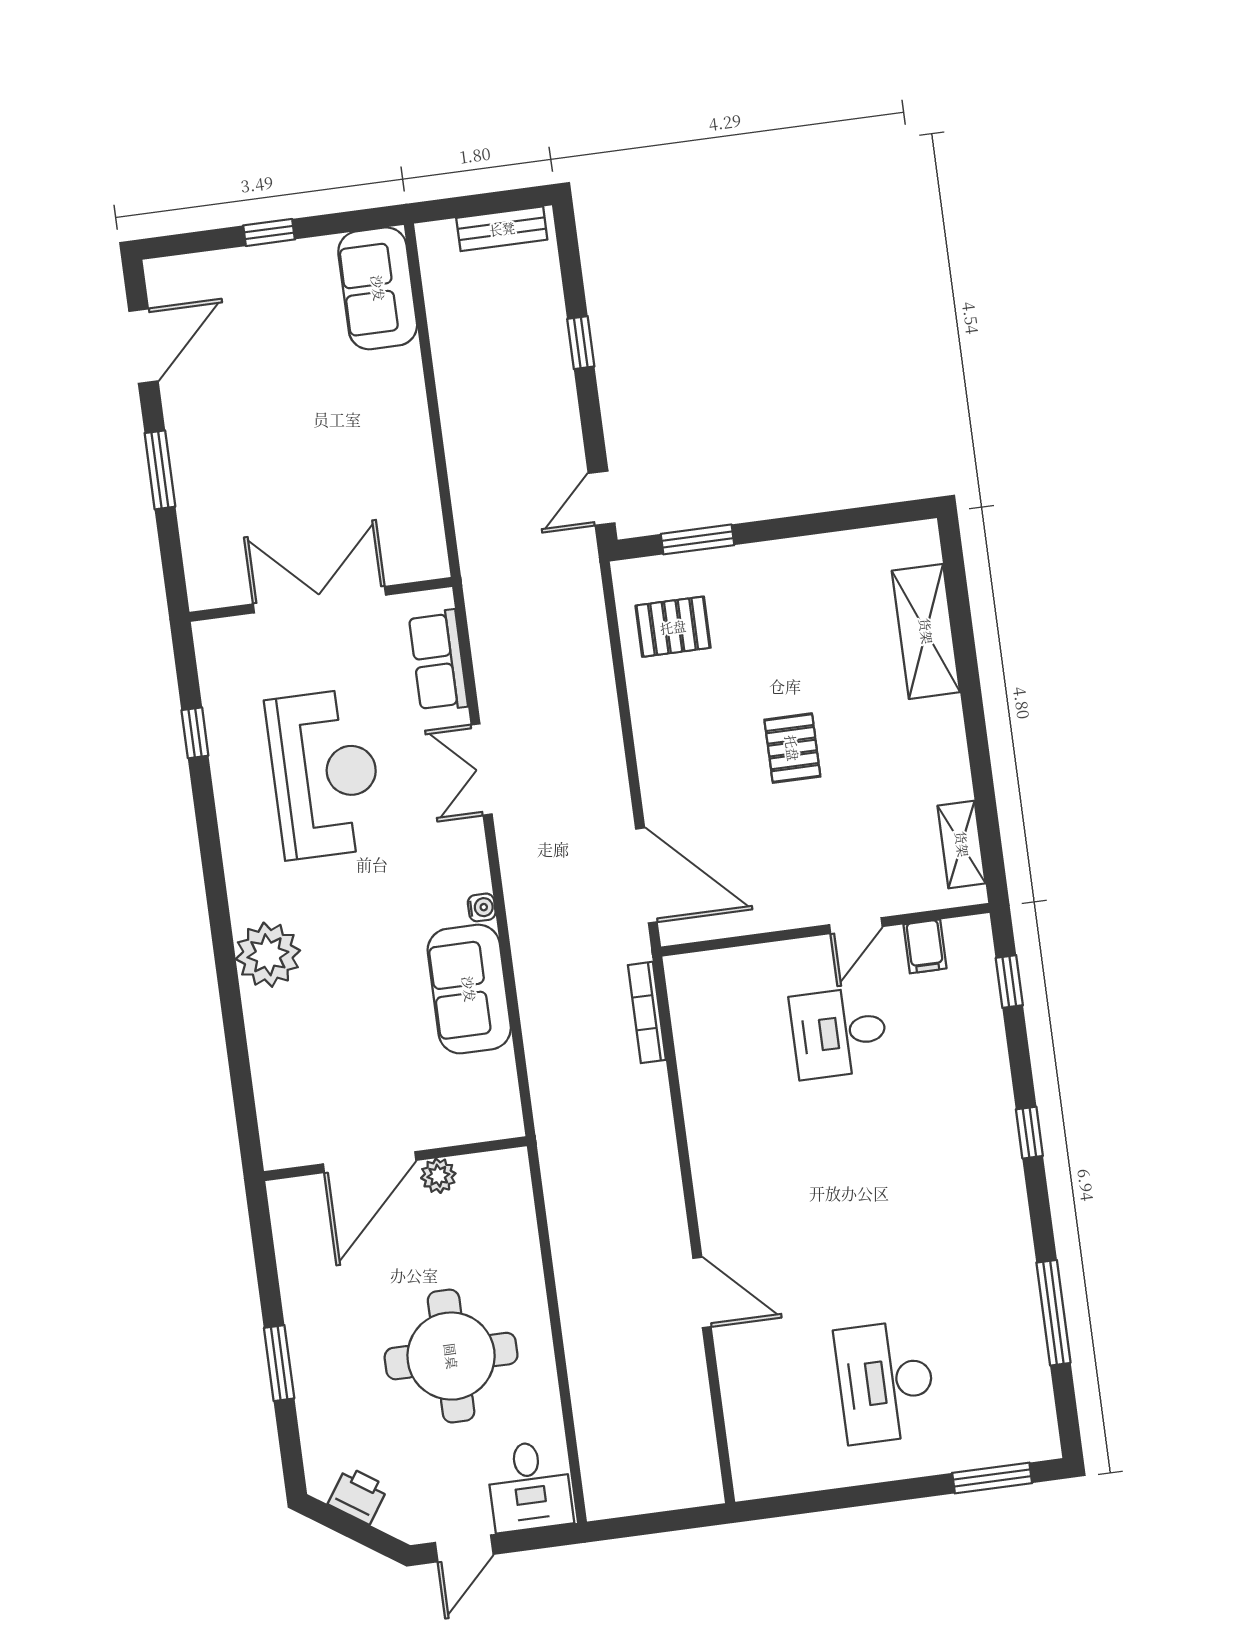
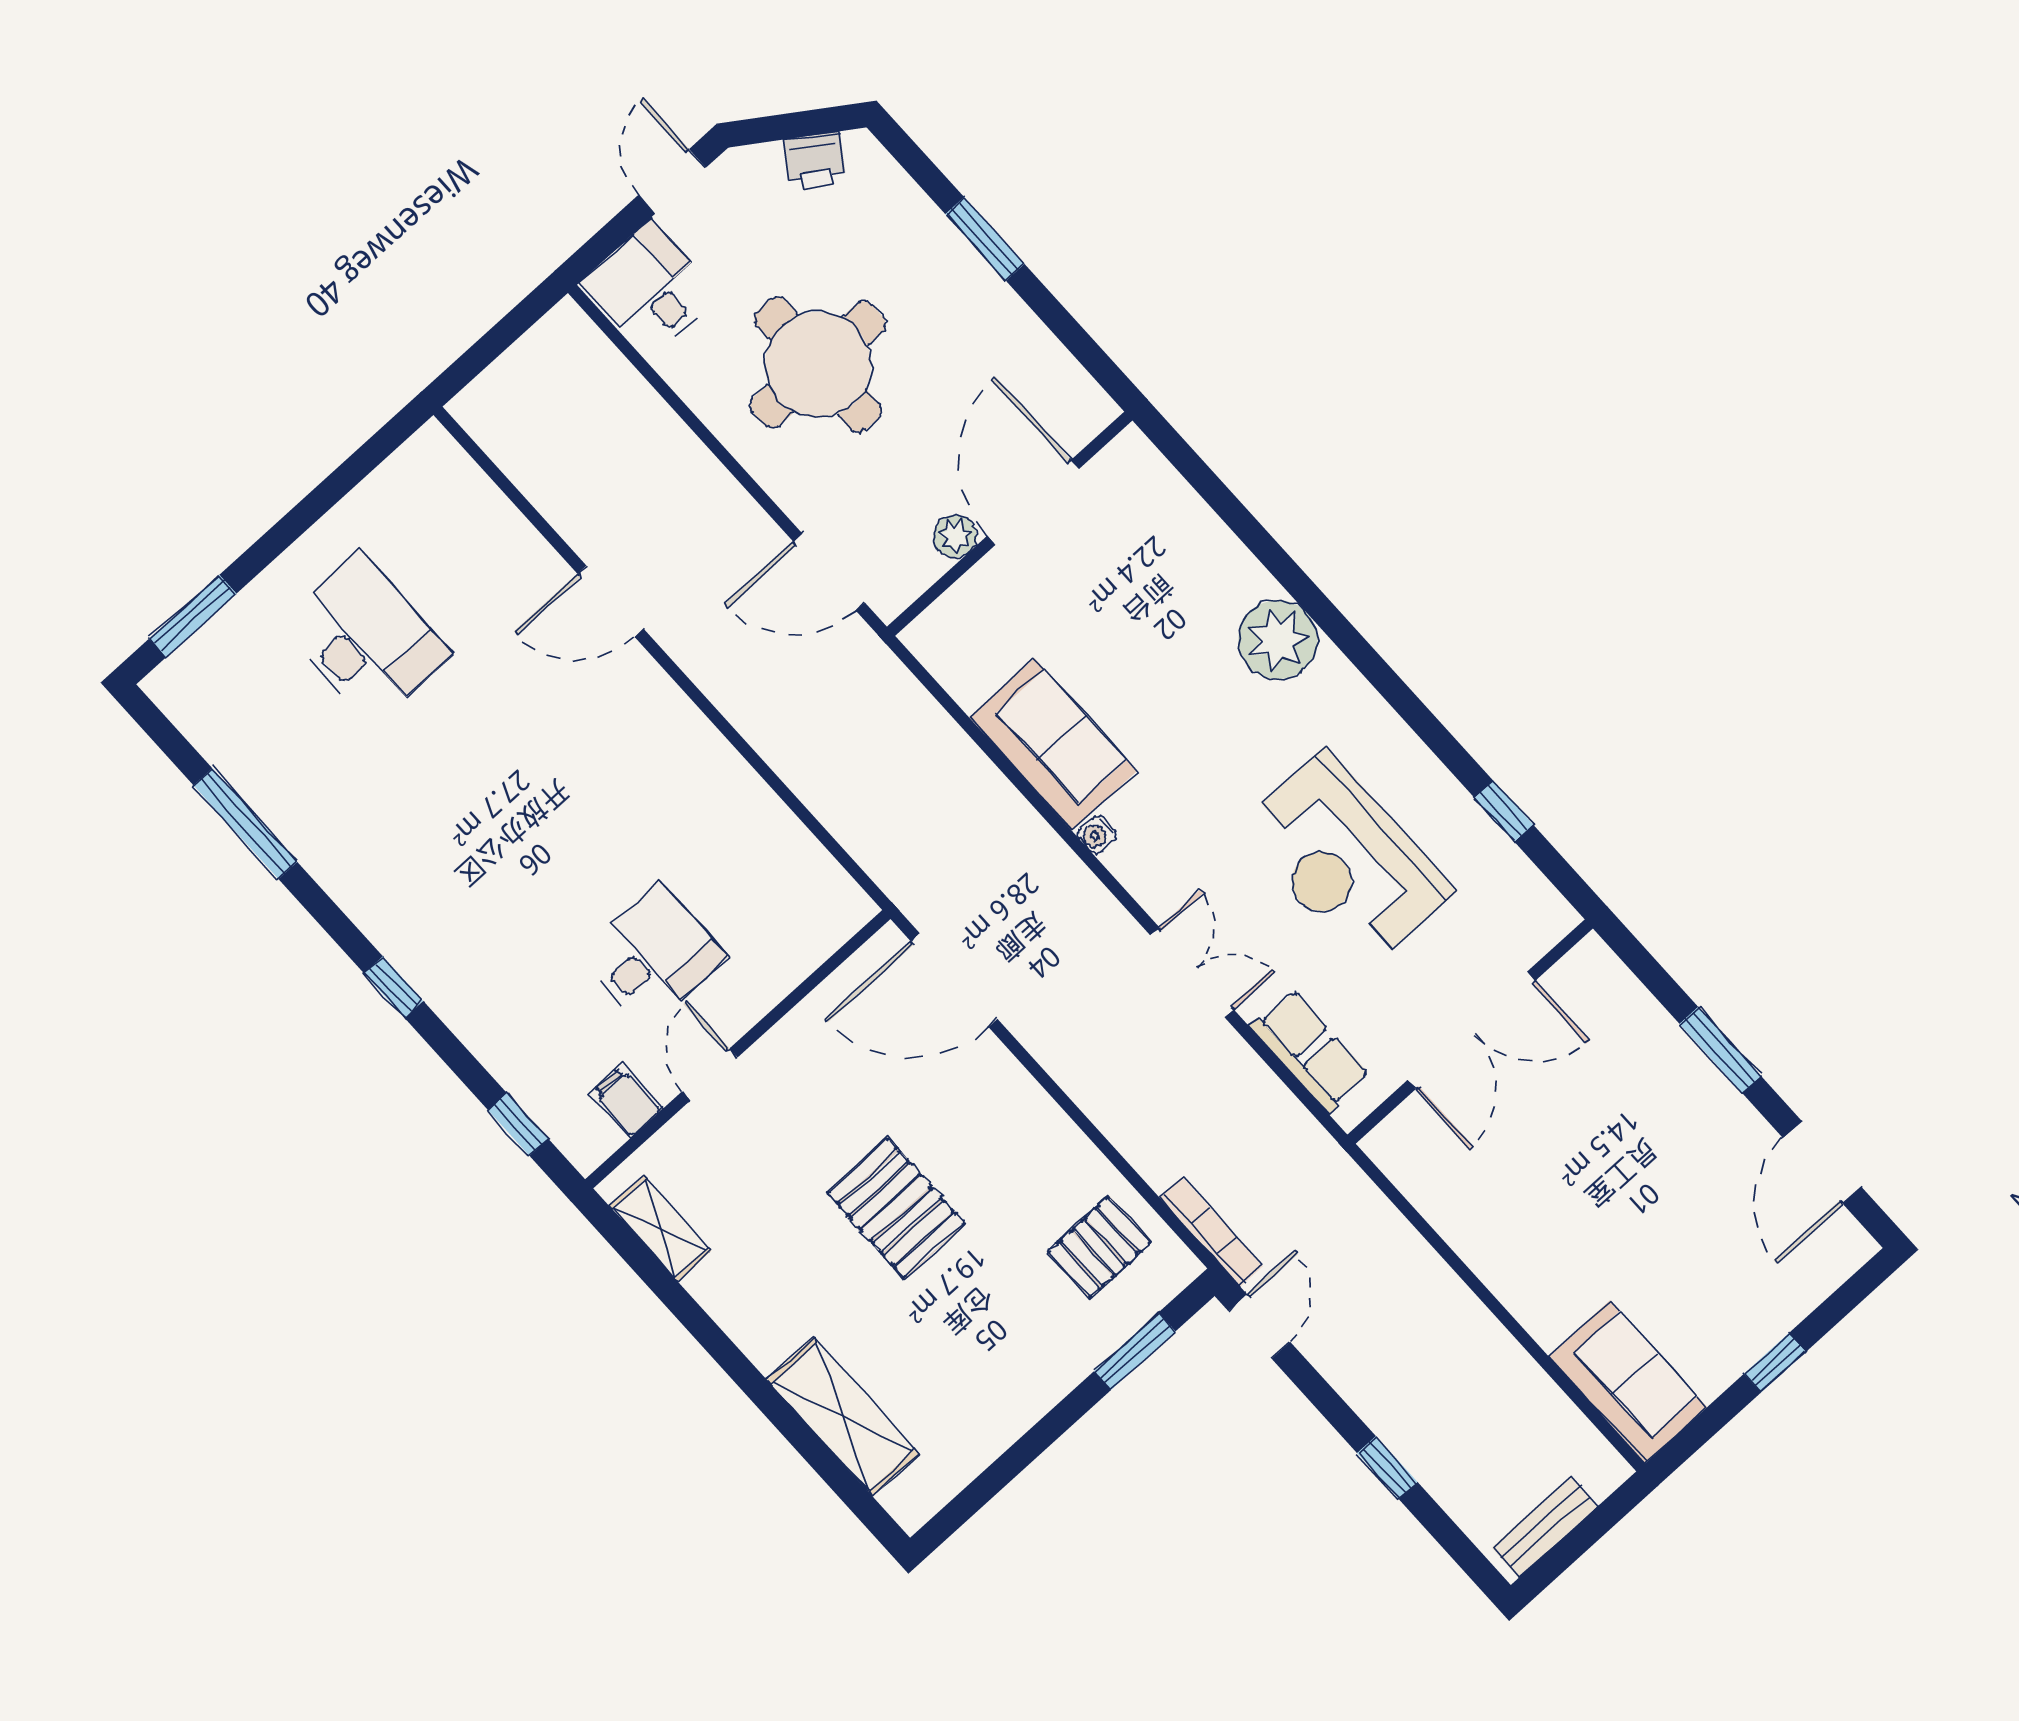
pallet: (792, 748) -> (896, 1208), width x1.50, depth x1.42
bookcase: (647, 1012) -> (1211, 1232), moved
door: (540, 1210) -> (829, 572), added

